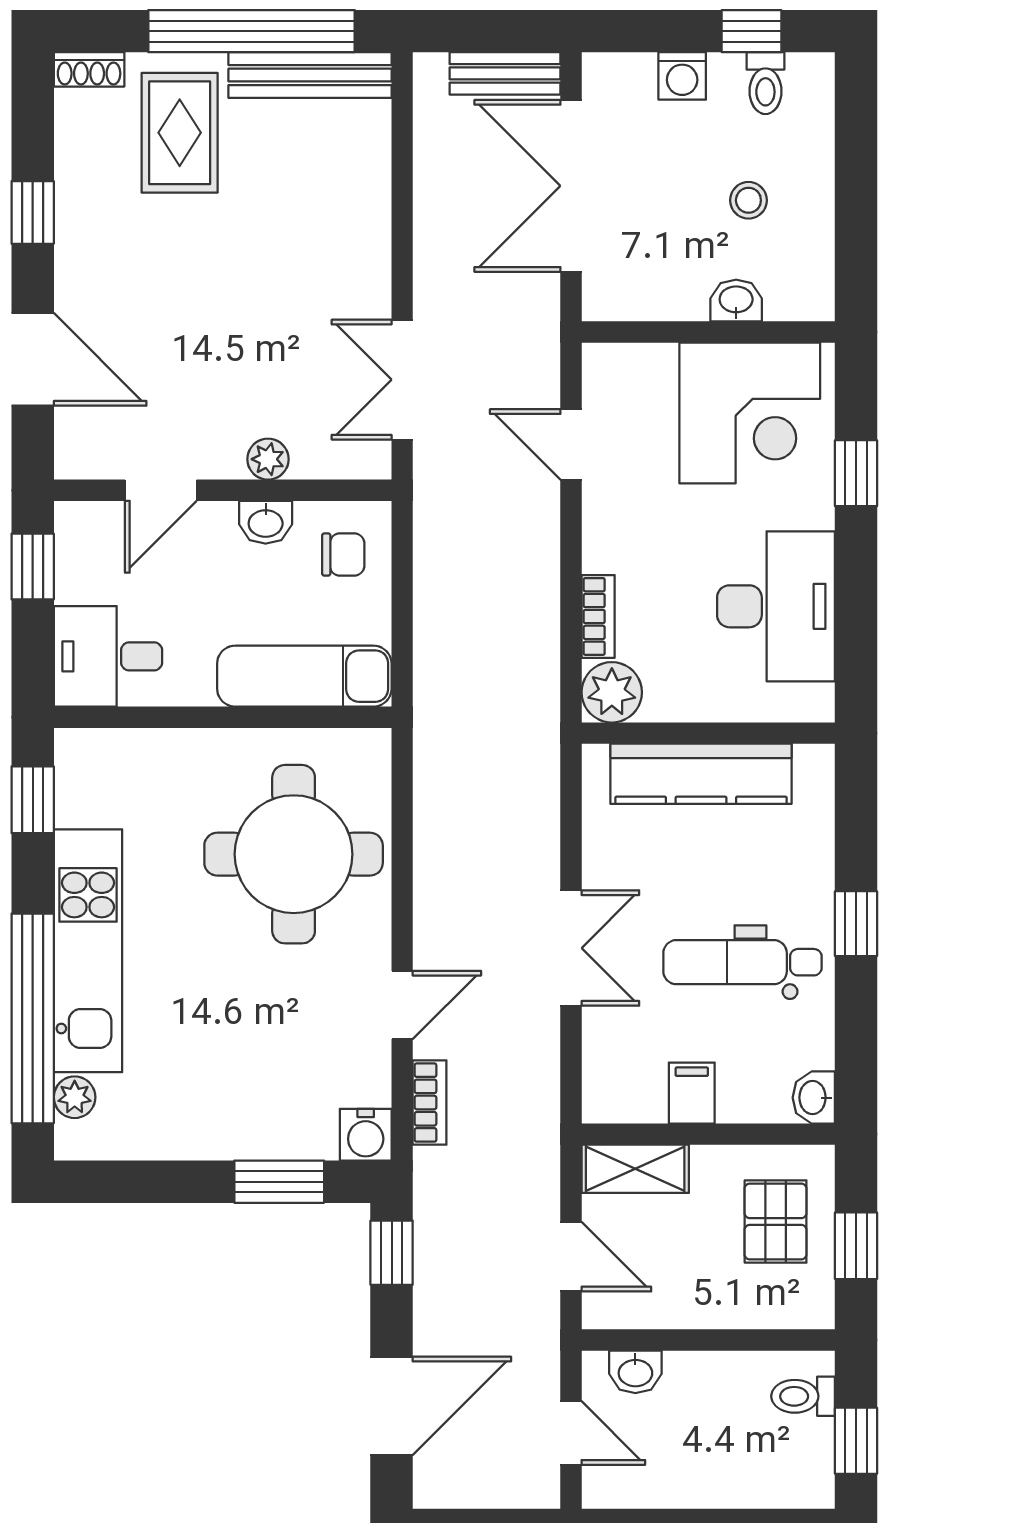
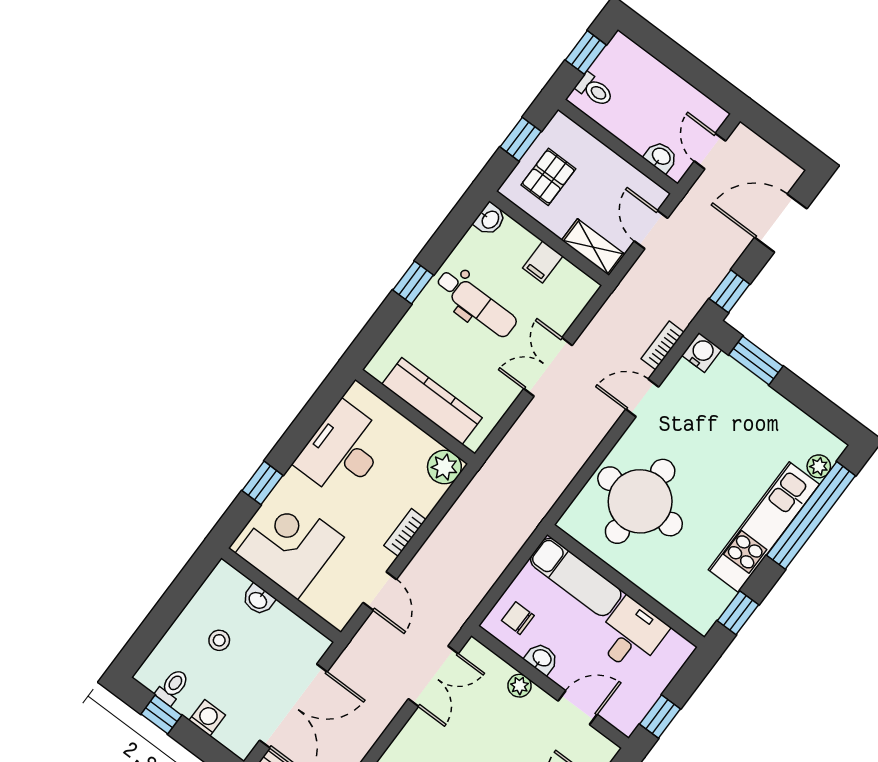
bookcase: (598, 616) -> (405, 532), moved
desk: (108, 656) -> (631, 635), moved, turned -90

